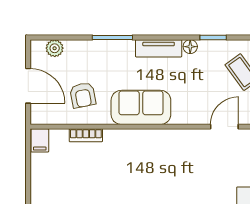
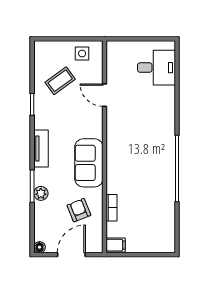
floor lamp: (190, 47) -> (39, 247), moved
plant: (55, 48) -> (41, 193), moved
armchair: (83, 95) -> (79, 210), turned -101

